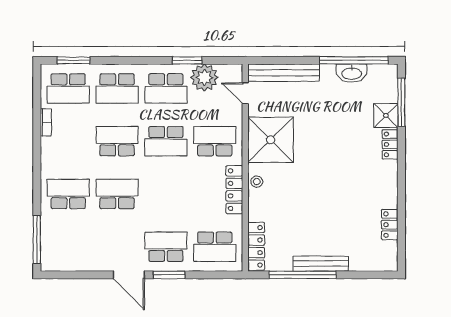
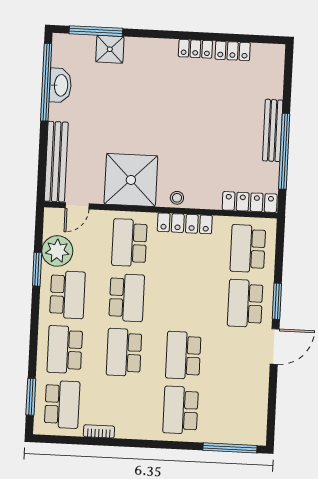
school desk: (117, 88) -> (65, 350), turned 180
locker: (390, 144) -> (195, 49), moved
school desk: (215, 247) -> (248, 249), turned 180

